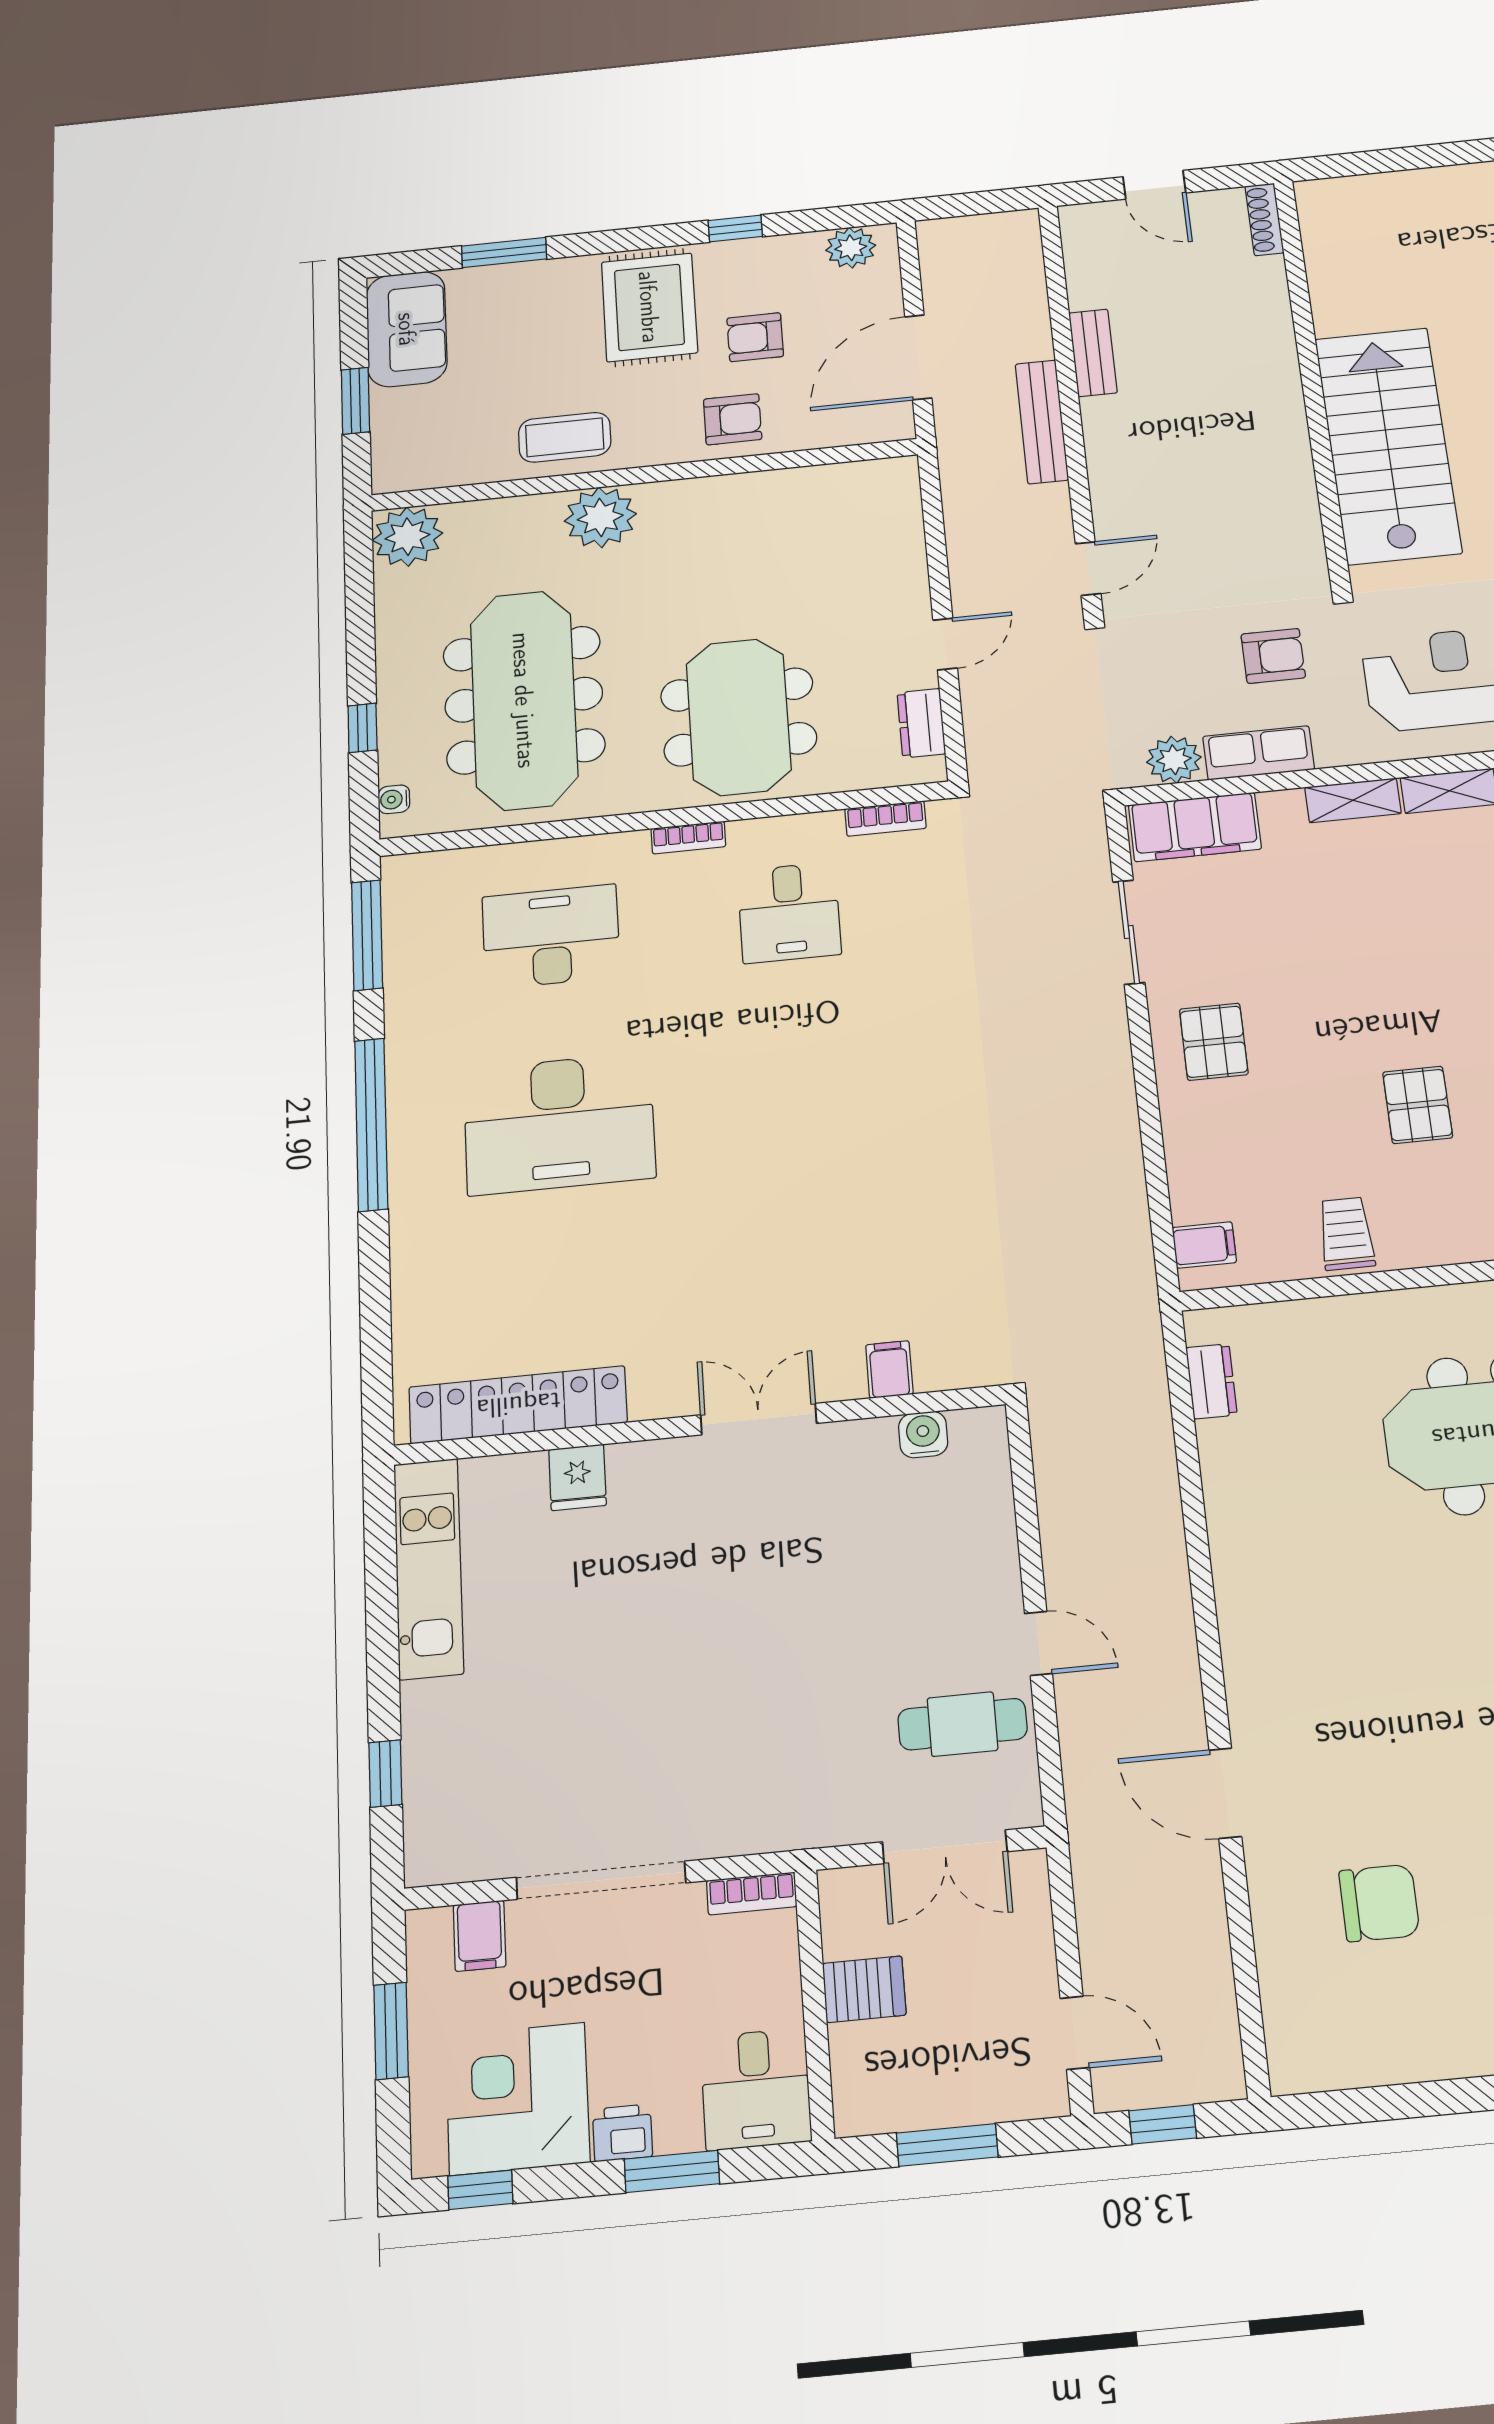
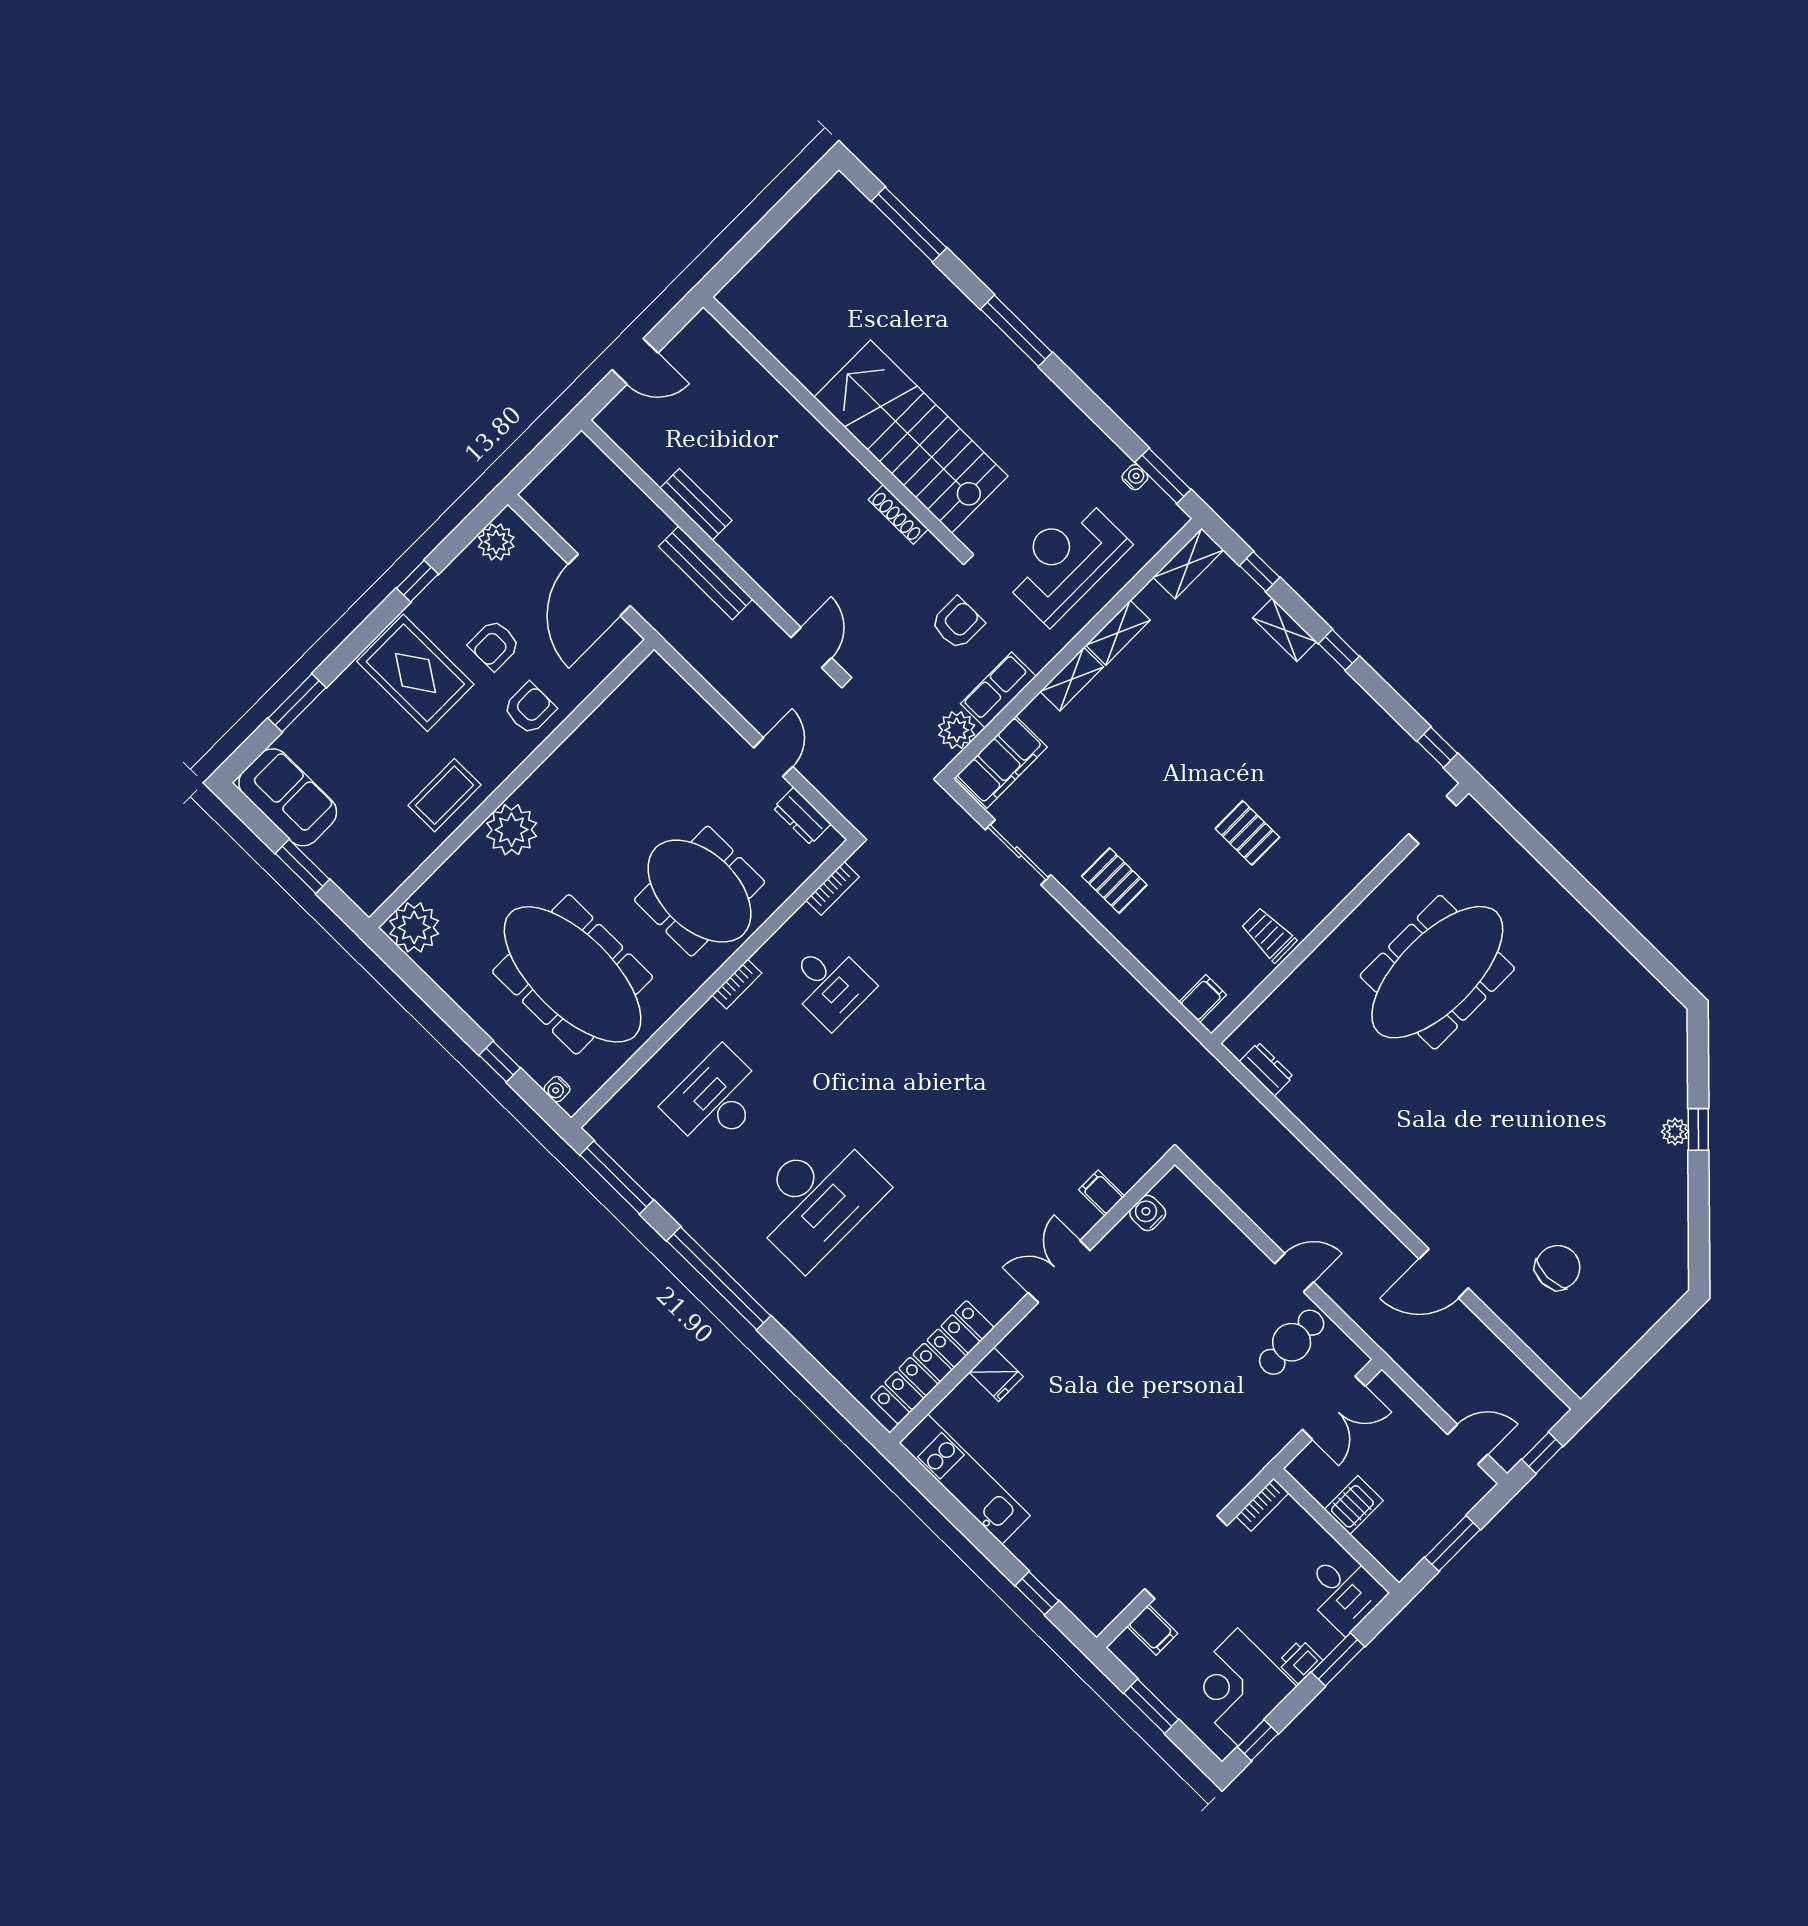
shoe rack: (1264, 219) -> (898, 514), moved

